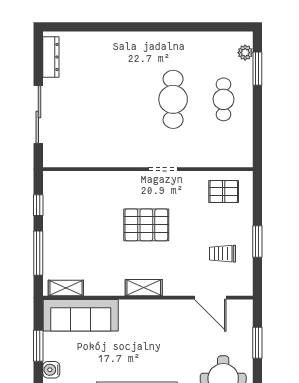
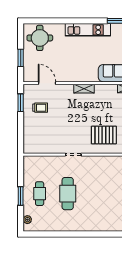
window: (257, 69) -> (21, 196), moved
pallet: (224, 192) -> (39, 142), removed
pallet: (146, 225) -> (104, 135), moved
window: (257, 242) -> (21, 103), moved

